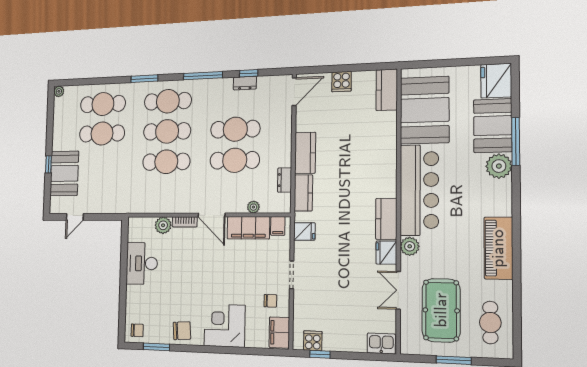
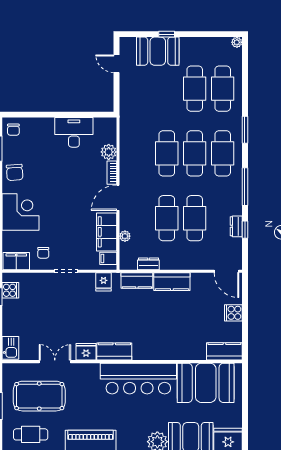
plant: (410, 246) -> (91, 371), removed

